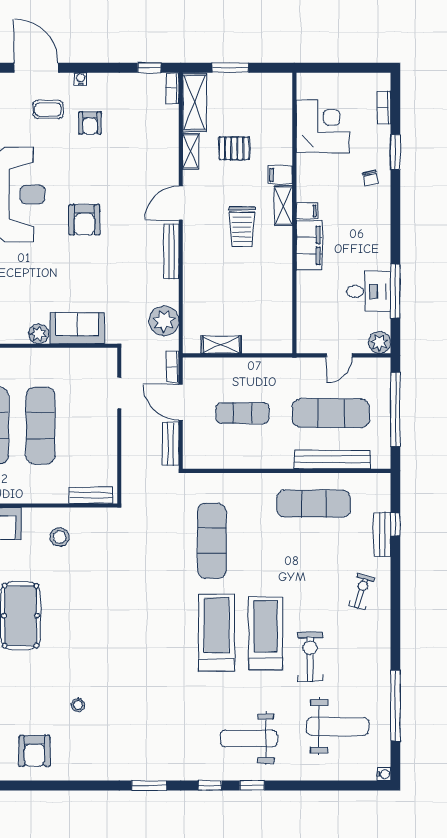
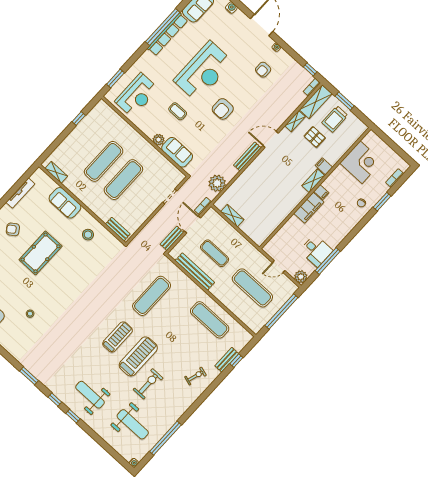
coffee table: (48, 109) -> (178, 111), moved
trolley: (242, 227) -> (335, 119), moved
bench: (332, 459) -> (195, 272), moved
treadmill: (217, 633) -> (118, 337), width x0.73, depth x0.73

